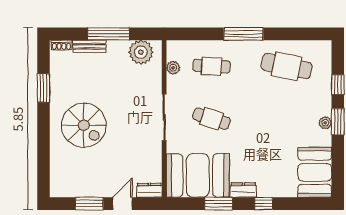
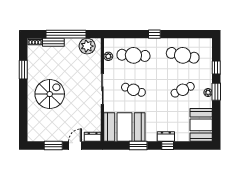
window: (109, 34) -> (66, 34), width x1.46
window: (243, 34) -> (154, 34), width x0.46
cafe table: (212, 66) -> (133, 55), width x1.37, depth x1.35
cafe table: (287, 119) -> (183, 90), added
spiral stairs: (84, 125) -> (50, 94), turned -90
dresser: (243, 190) -> (166, 137), moved

